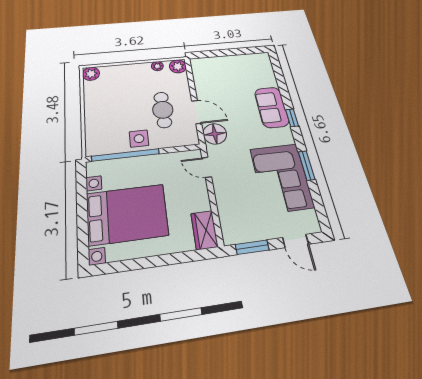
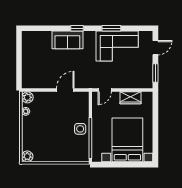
cafe table: (163, 110) -> (61, 112), removed
floor lamp: (215, 134) -> (83, 81), removed
wardrobe: (204, 230) -> (130, 98), moved

